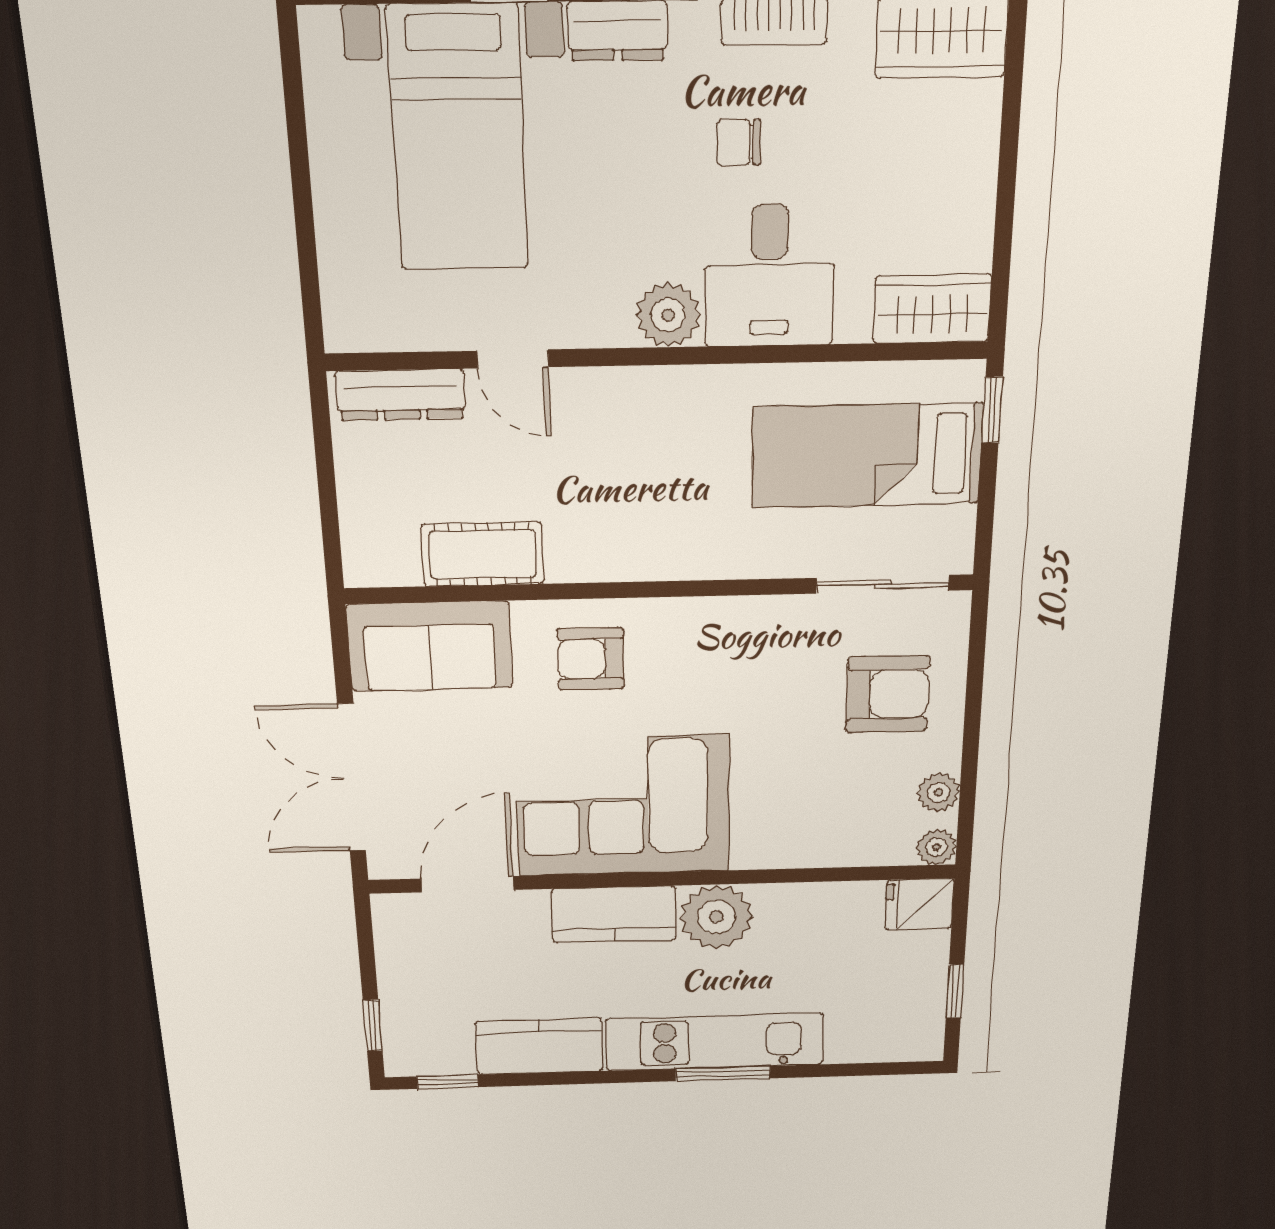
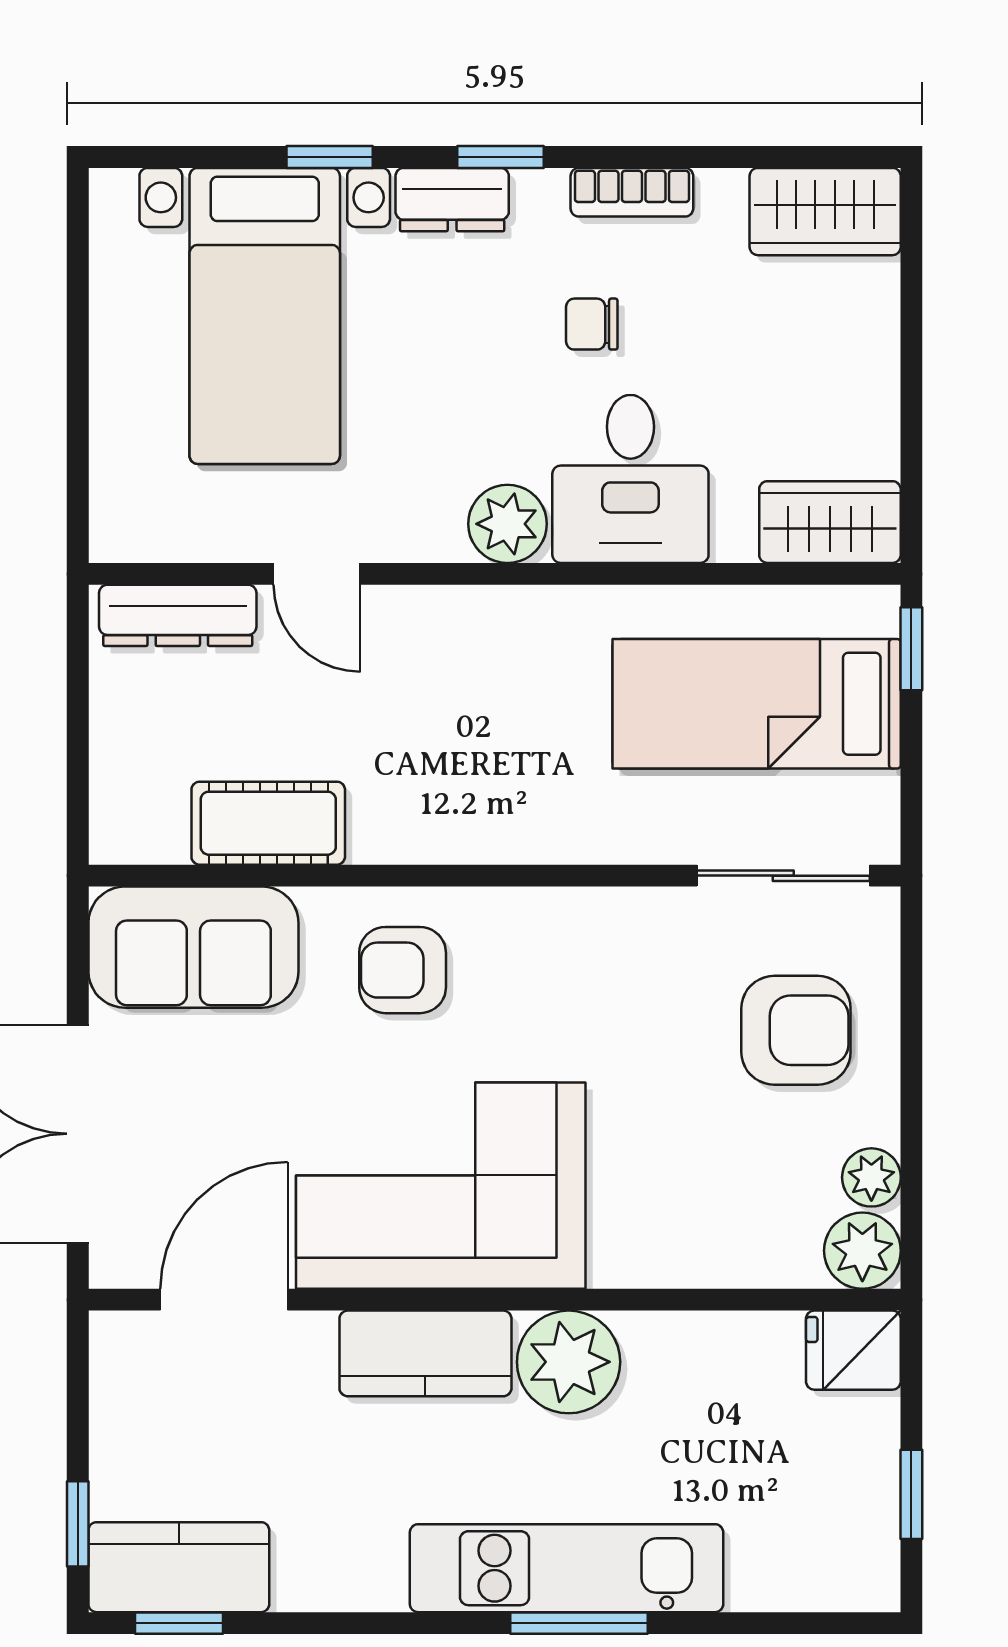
plant: (936, 847) -> (862, 1251), width x1.38, depth x1.38
kitchen counter: (539, 1046) -> (179, 1567), moved

